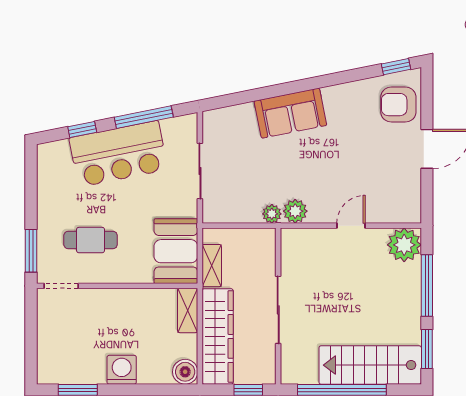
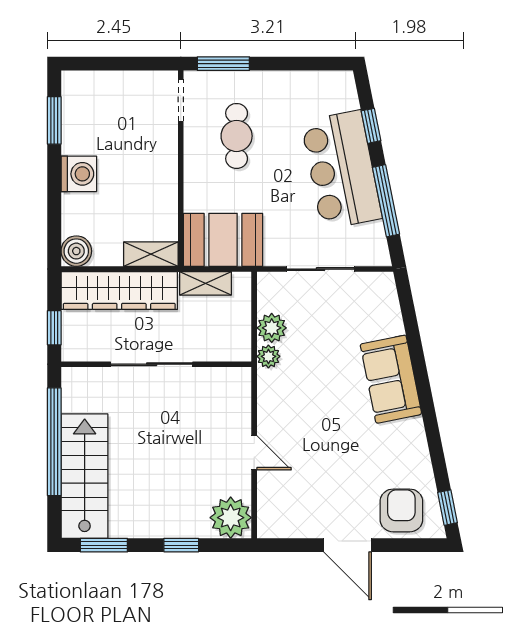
plant: (295, 211) -> (272, 328), moved
window: (427, 285) -> (181, 545), width x0.46

